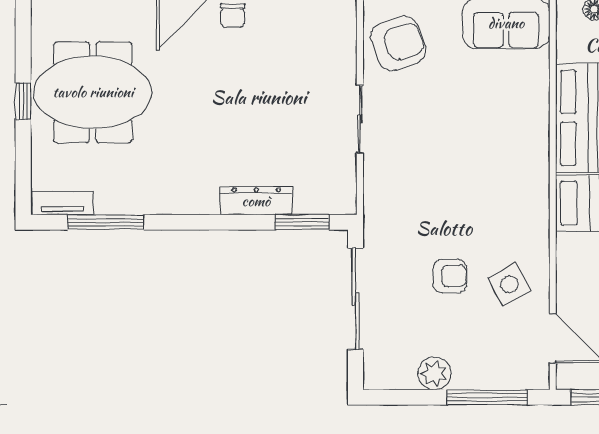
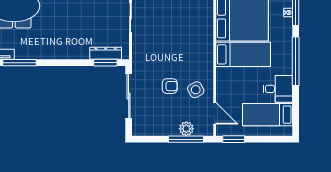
dresser: (256, 201) -> (106, 53), moved
plant: (434, 373) -> (186, 129), moved

